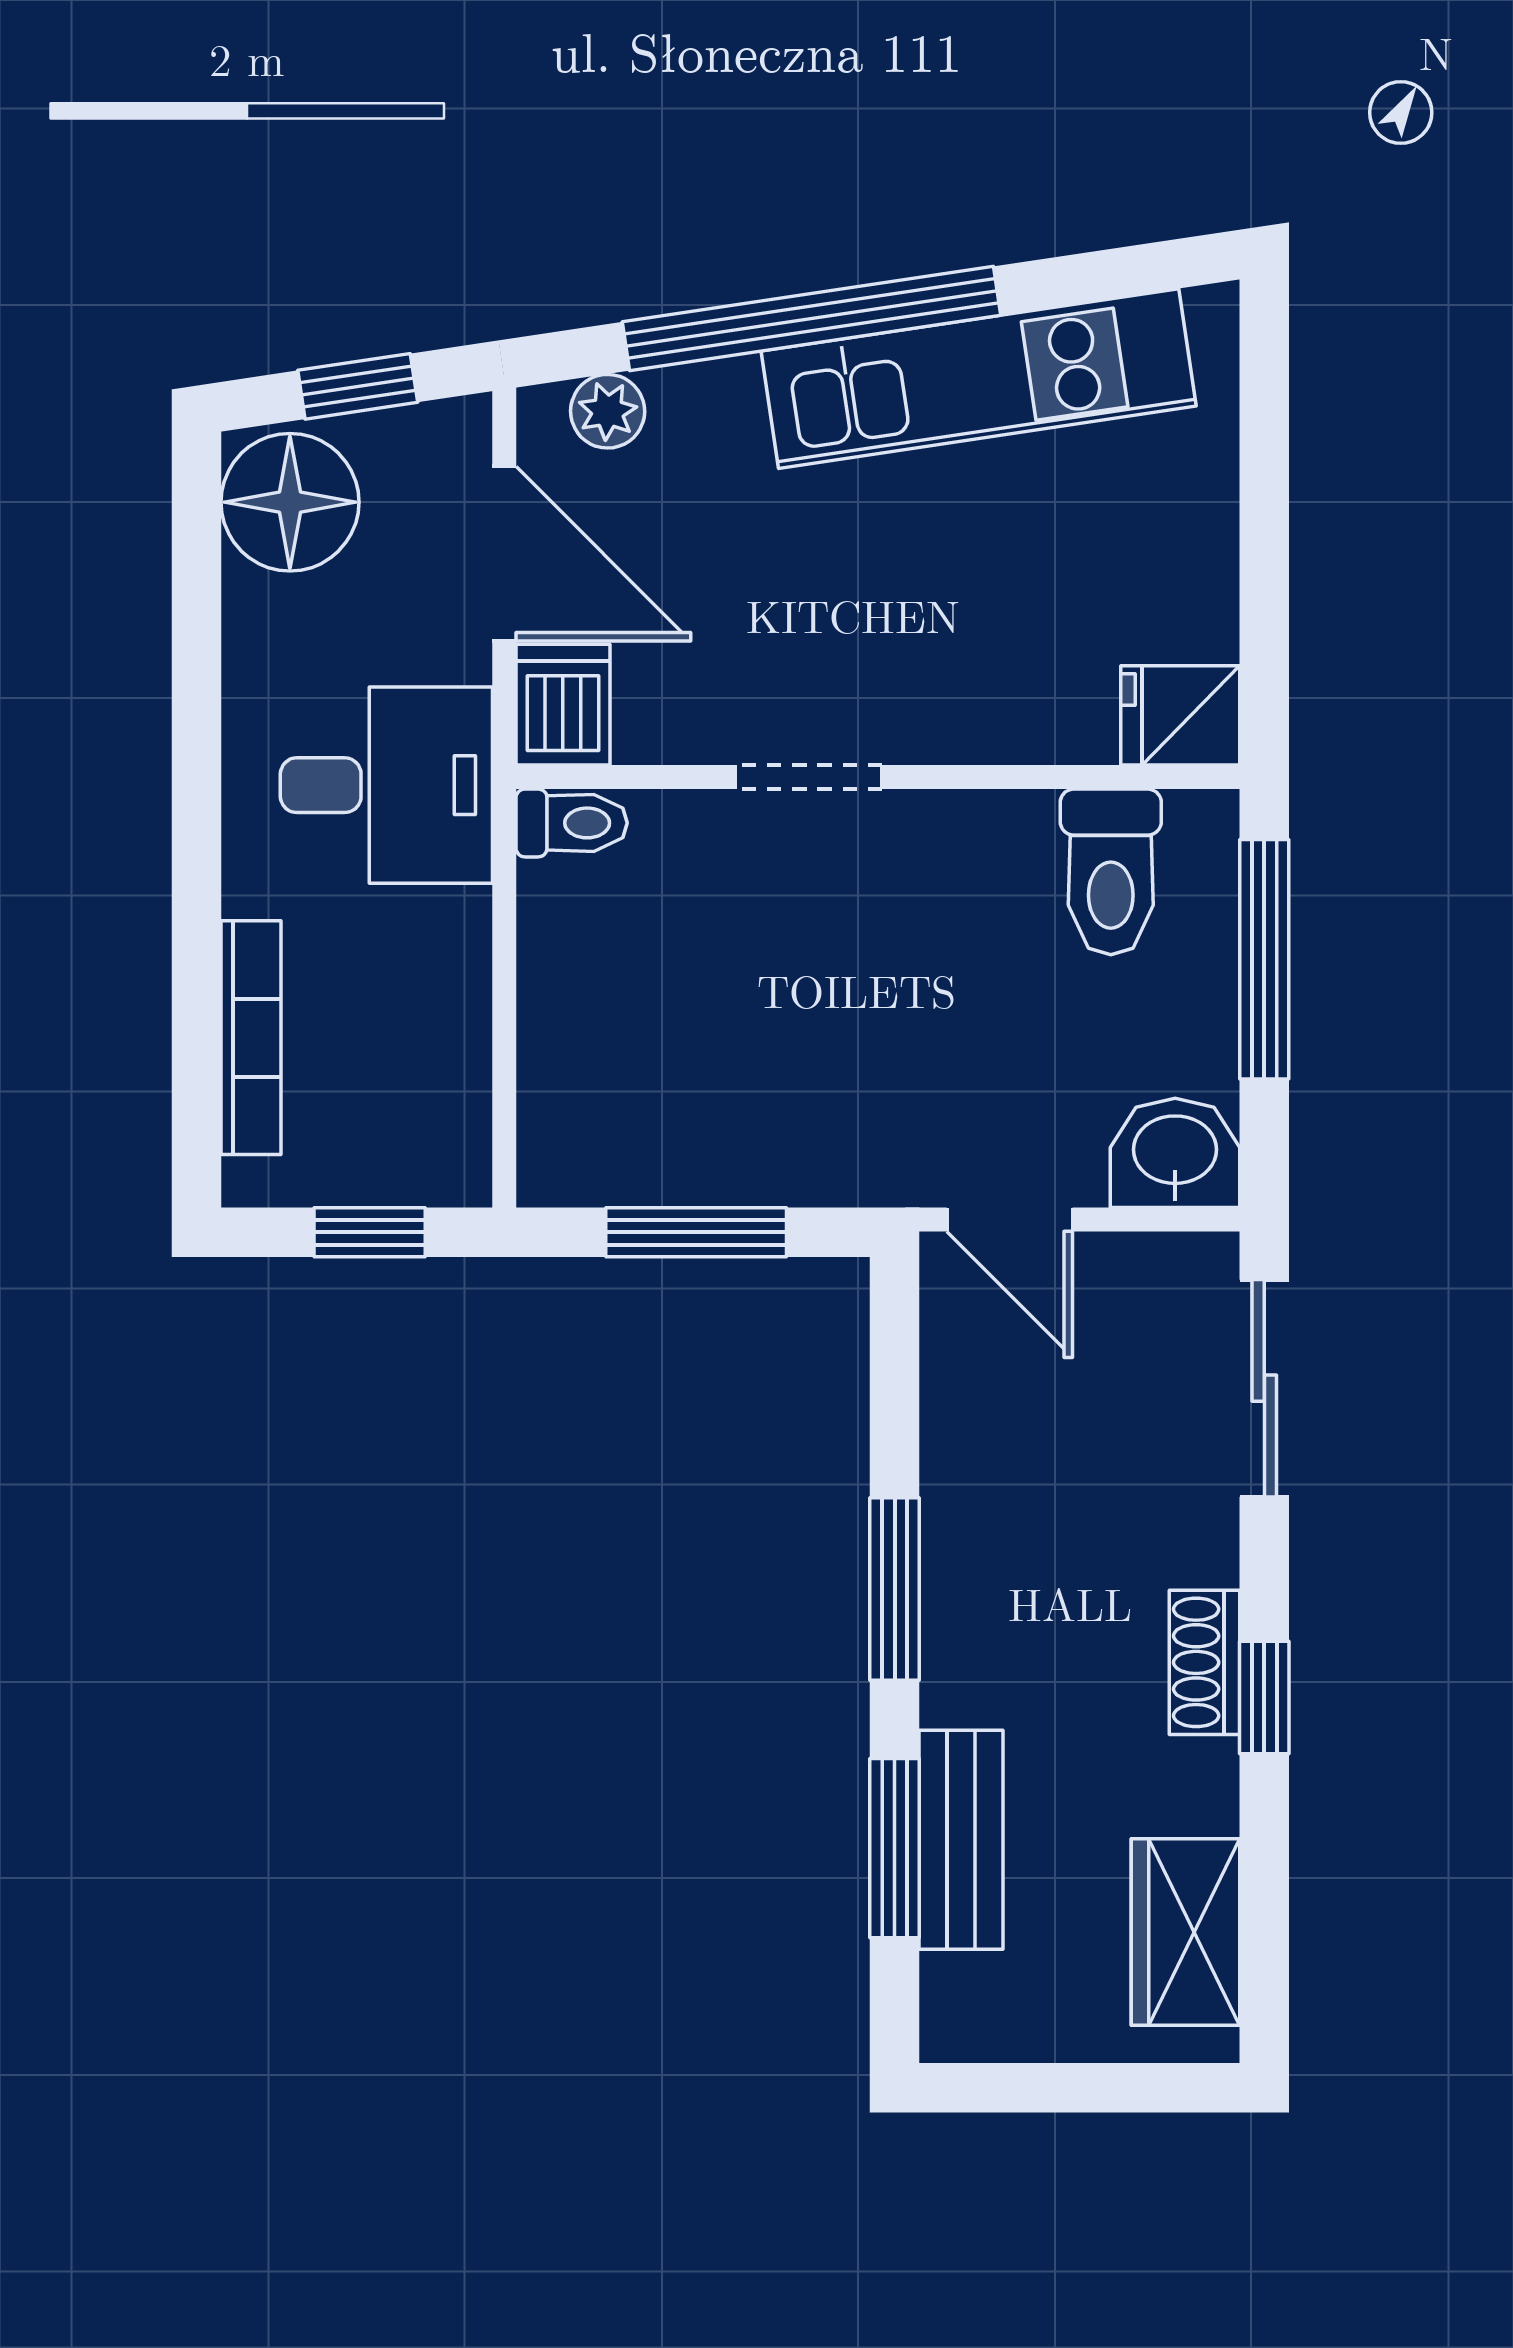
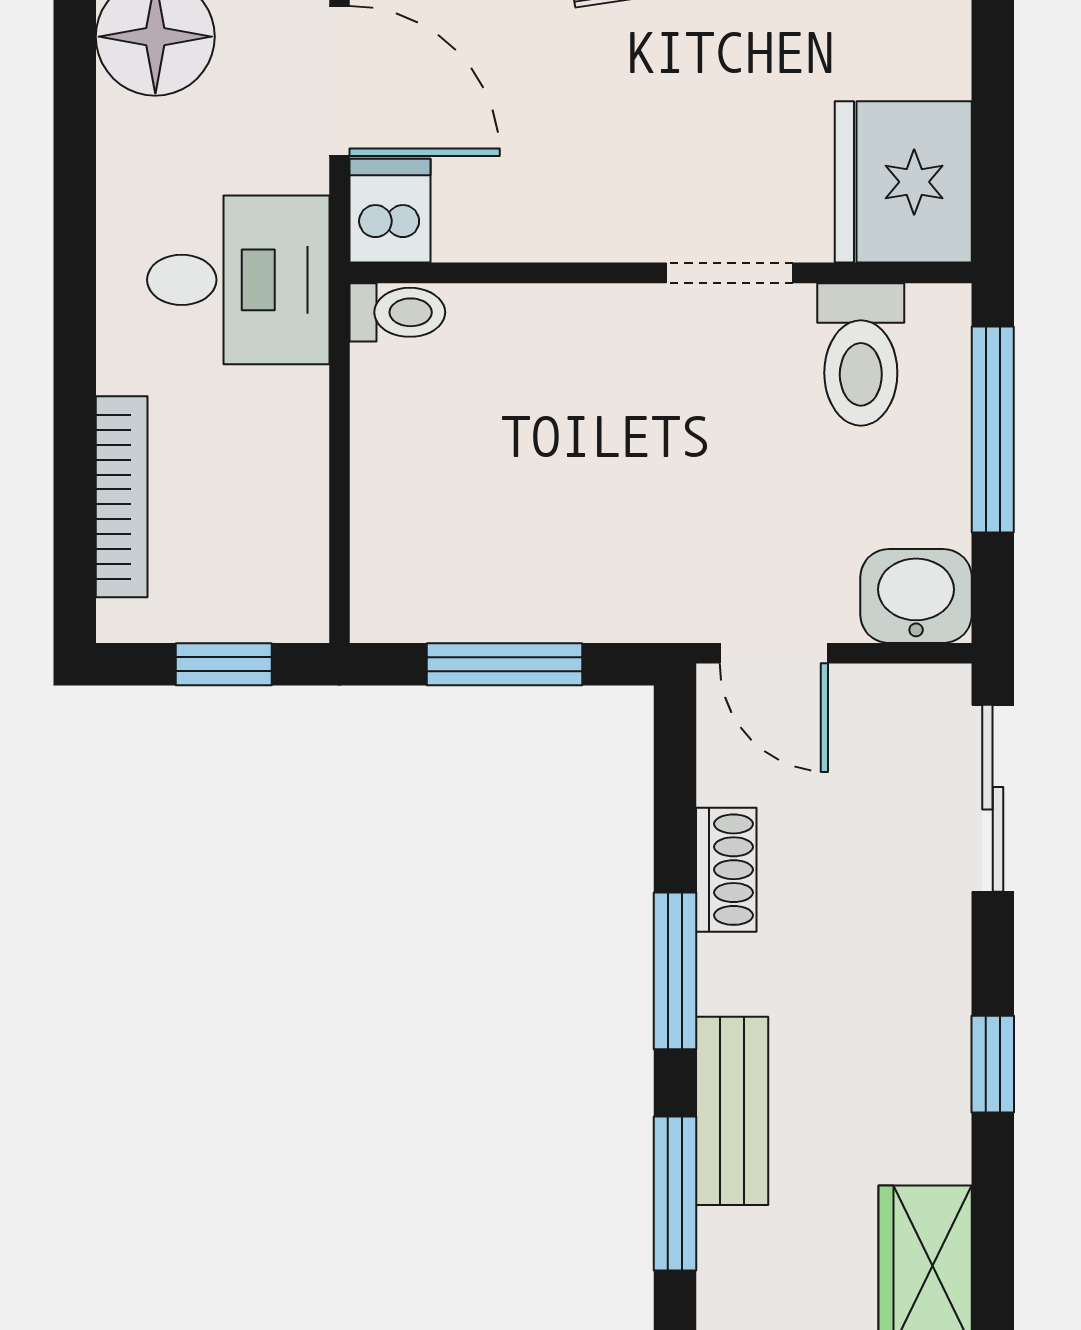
fridge: (1180, 715) -> (903, 182), width x1.88, depth x1.34
doorway: (809, 777) -> (730, 273), moved
shoe rack: (1205, 1662) -> (726, 870), moved, turned 180
bench: (961, 1840) -> (732, 1111), moved

